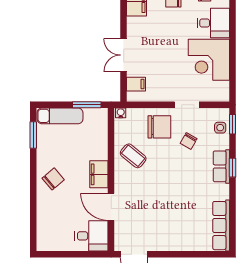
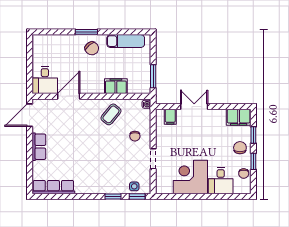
exam couch: (60, 116) -> (126, 41), moved, turned -90
chair: (159, 127) -> (135, 136), width x0.54, depth x0.54
window: (33, 135) -> (86, 32), moved
chair: (189, 141) -> (123, 160), removed
row of seats: (221, 166) -> (39, 147), moved, turned 90
window: (233, 168) -> (113, 197), moved
filing cabinet: (99, 174) -> (116, 86), moved

